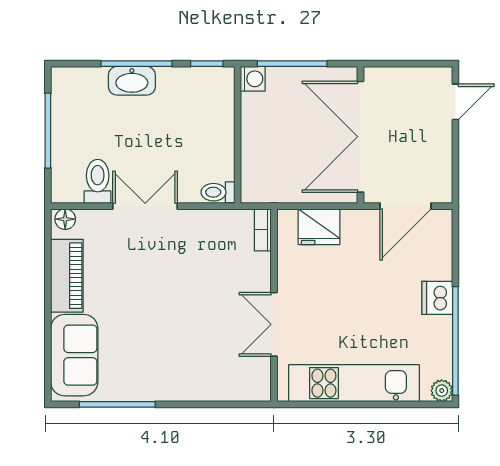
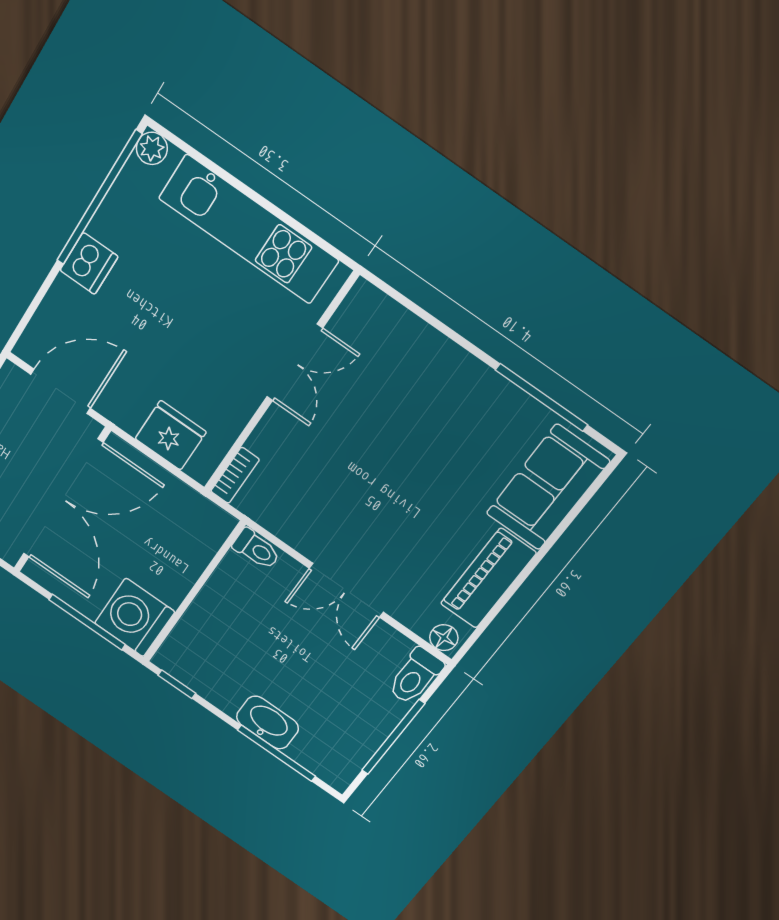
window: (136, 64) -> (277, 753), moved
washing machine: (253, 79) -> (135, 618), width x1.89, depth x1.89
toilet: (98, 181) -> (415, 676), moved

